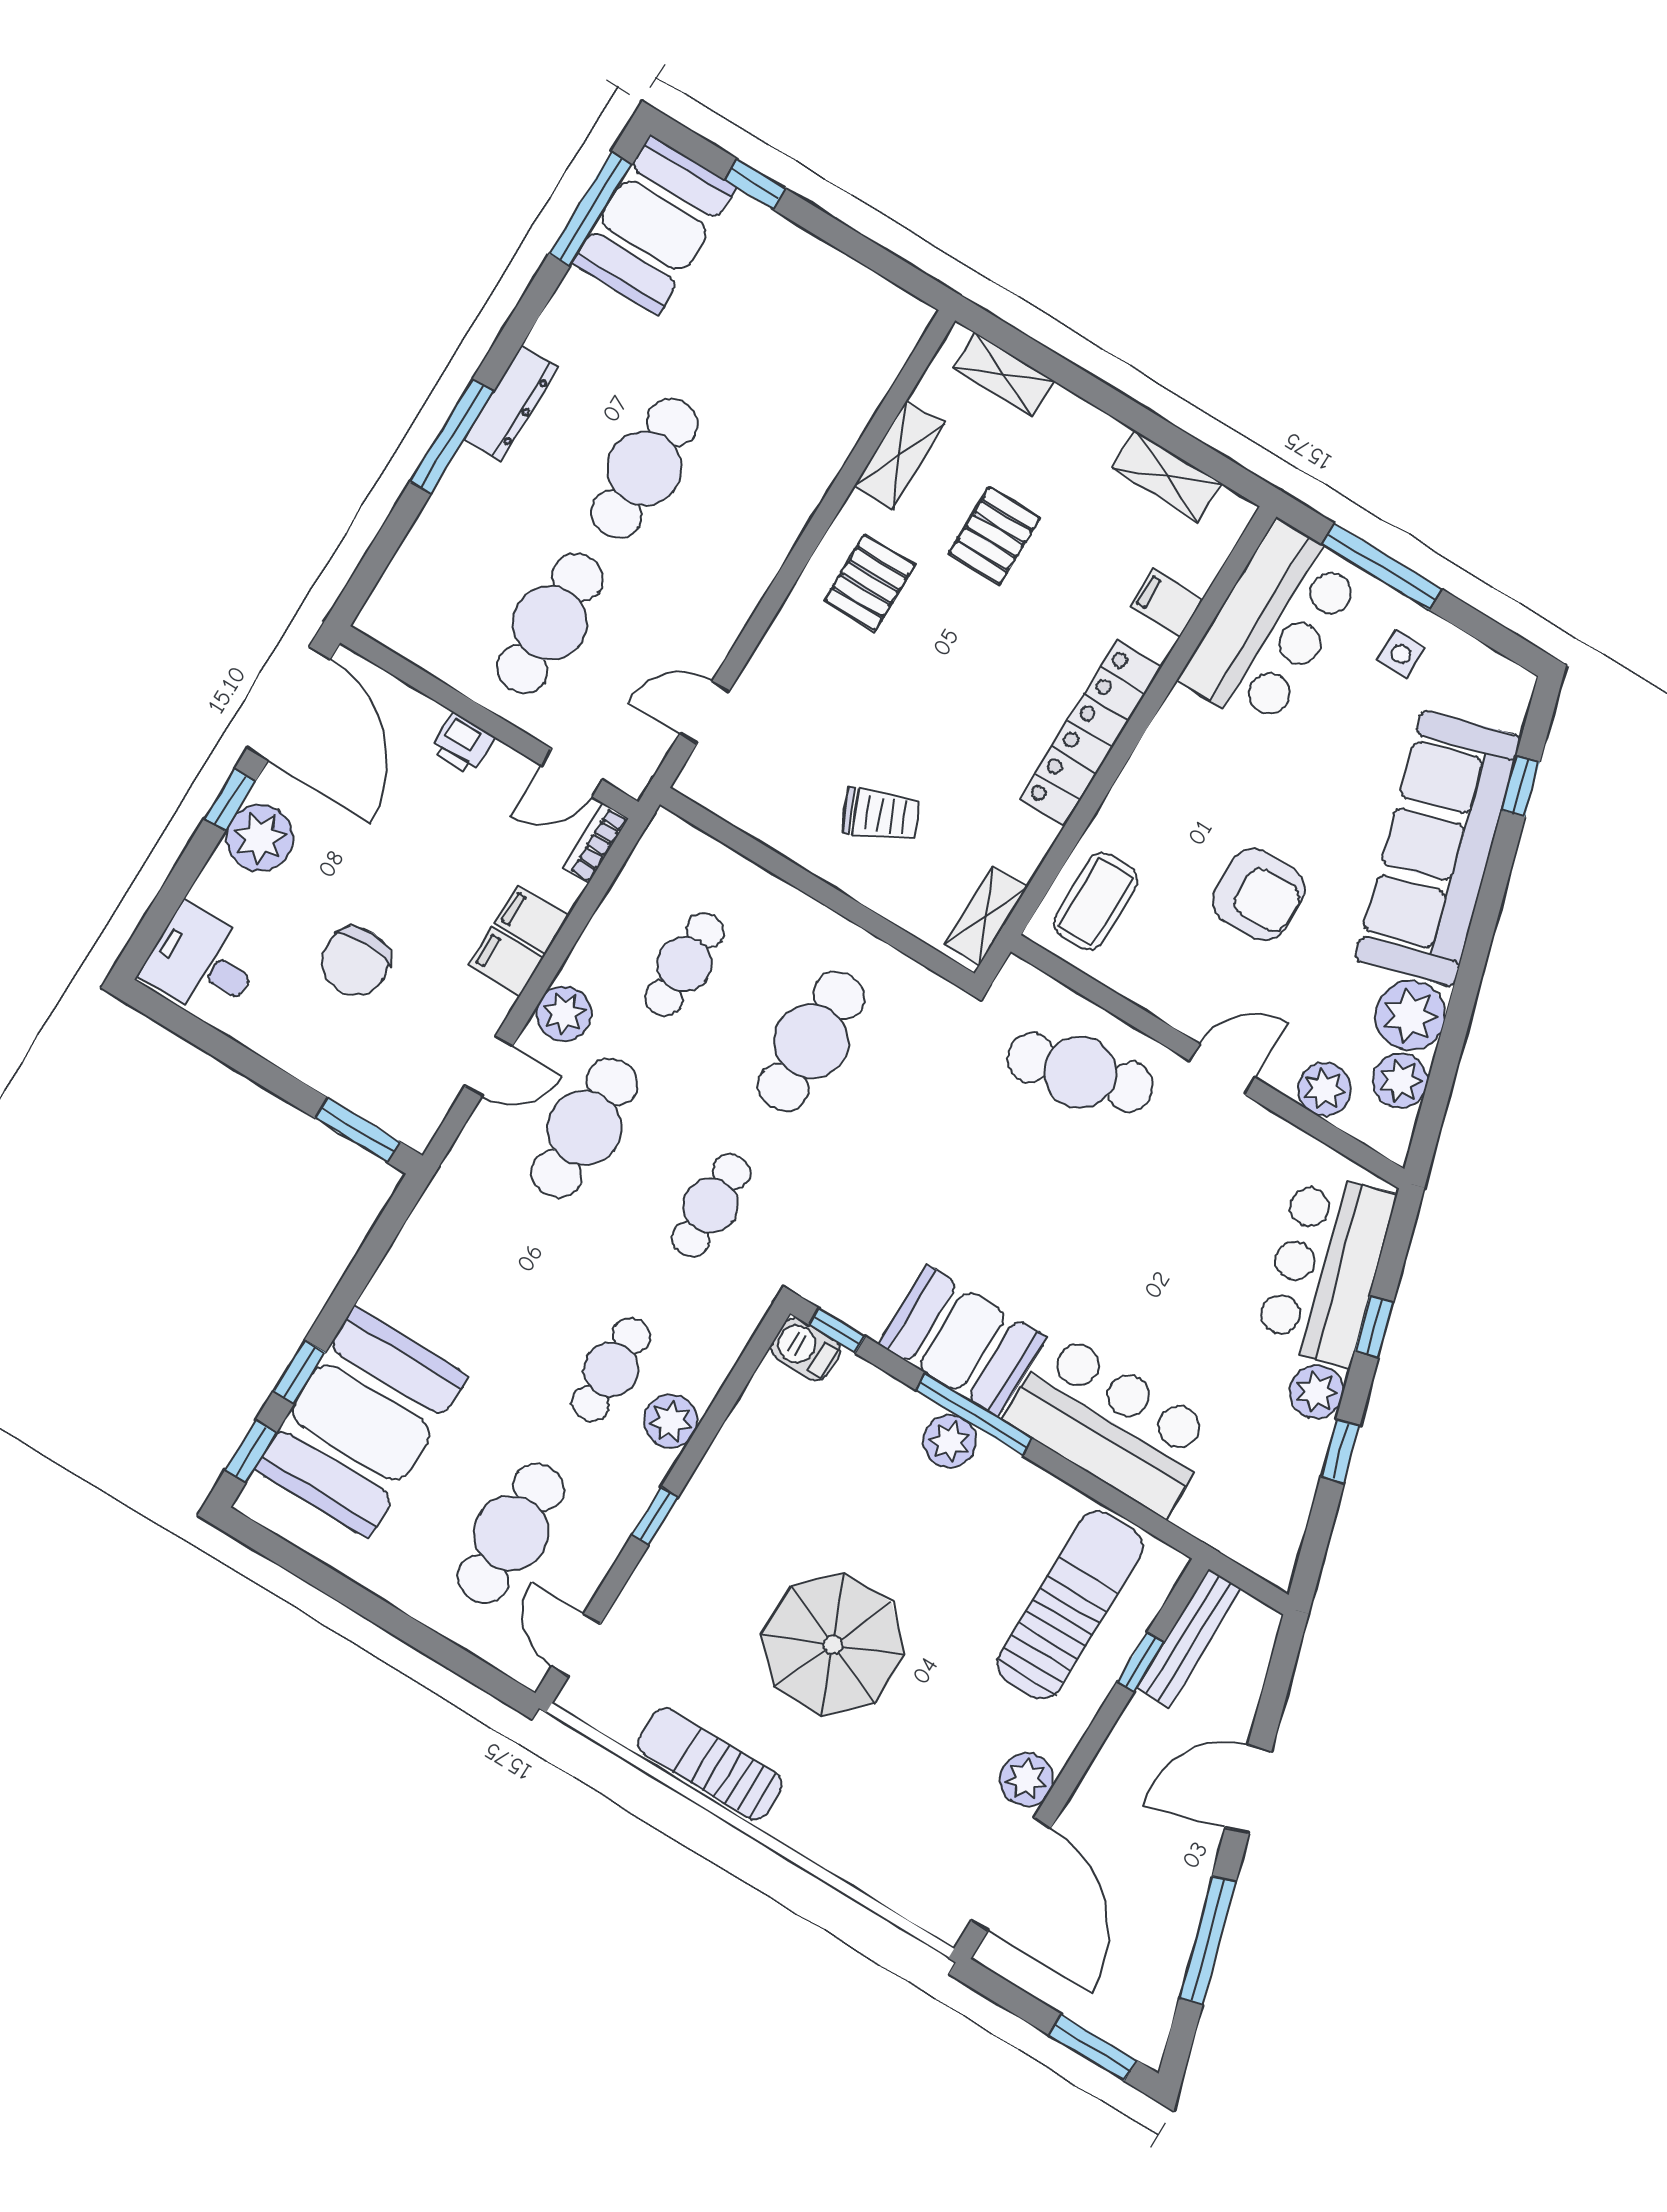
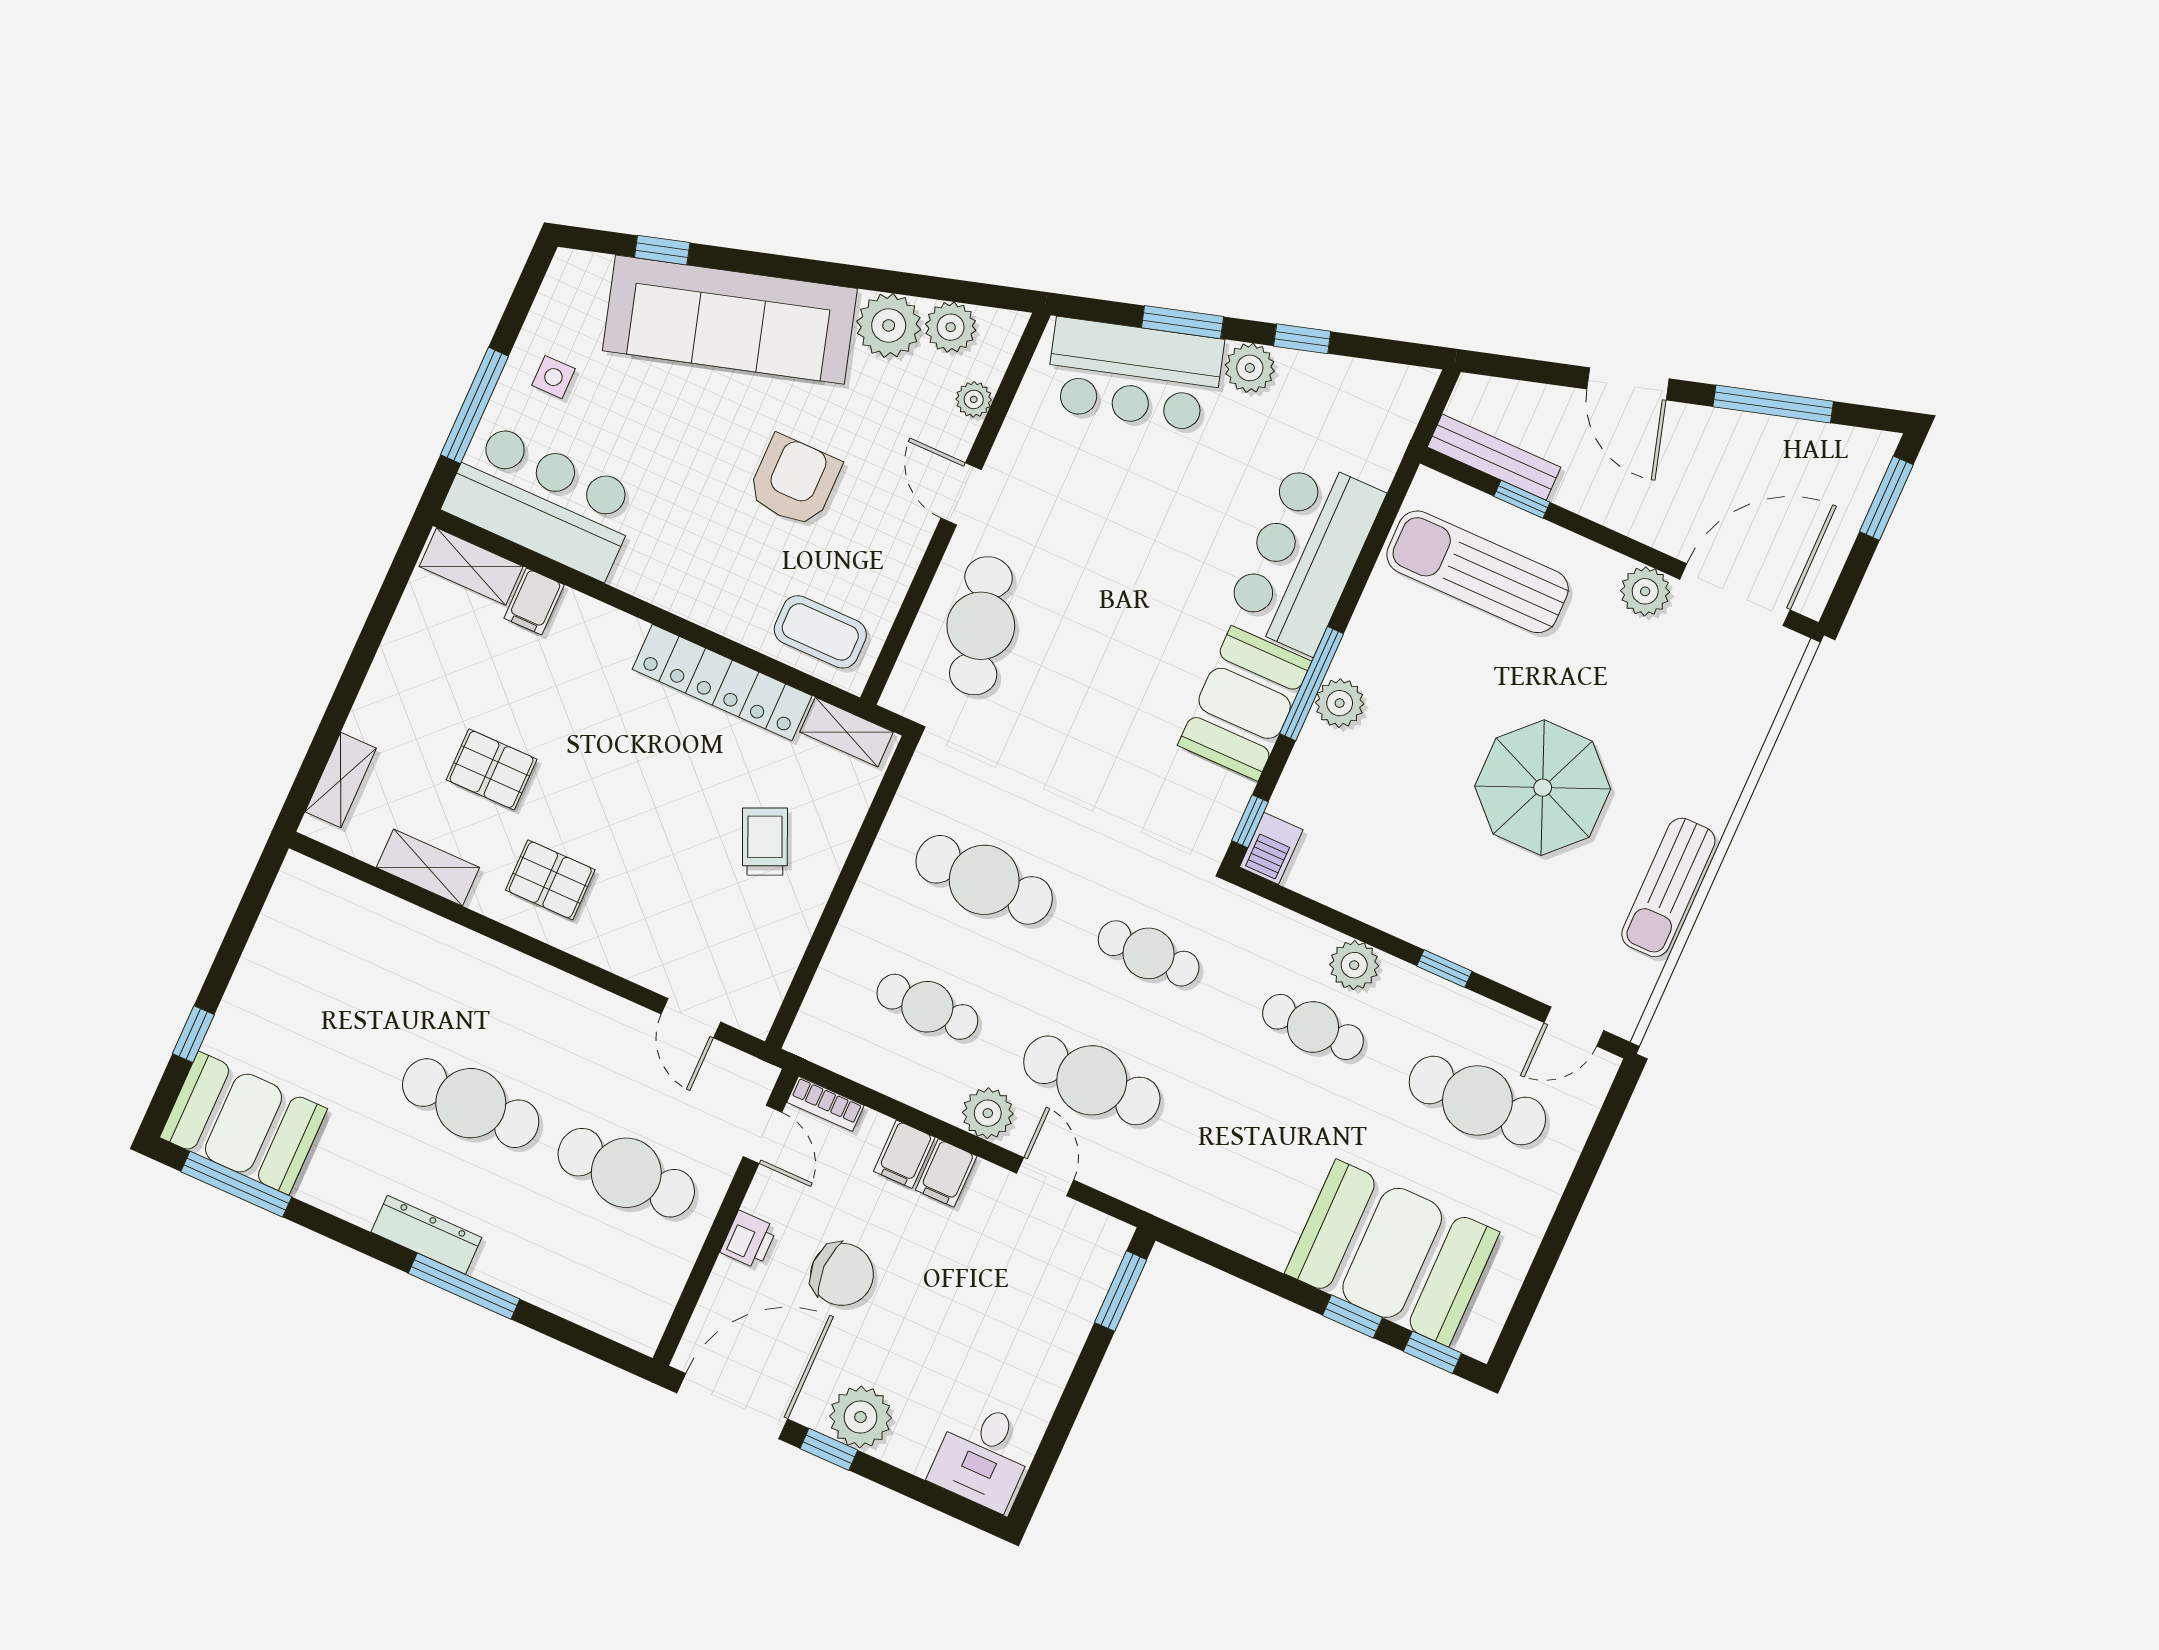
shelving: (1167, 476) -> (471, 566), moved, turned 90
locker: (1091, 733) -> (722, 682), moved
chair: (356, 961) -> (842, 1274), moved
plant: (1324, 1089) -> (974, 399), width x0.73, depth x0.73
window: (1374, 1327) -> (1183, 322), width x1.50

